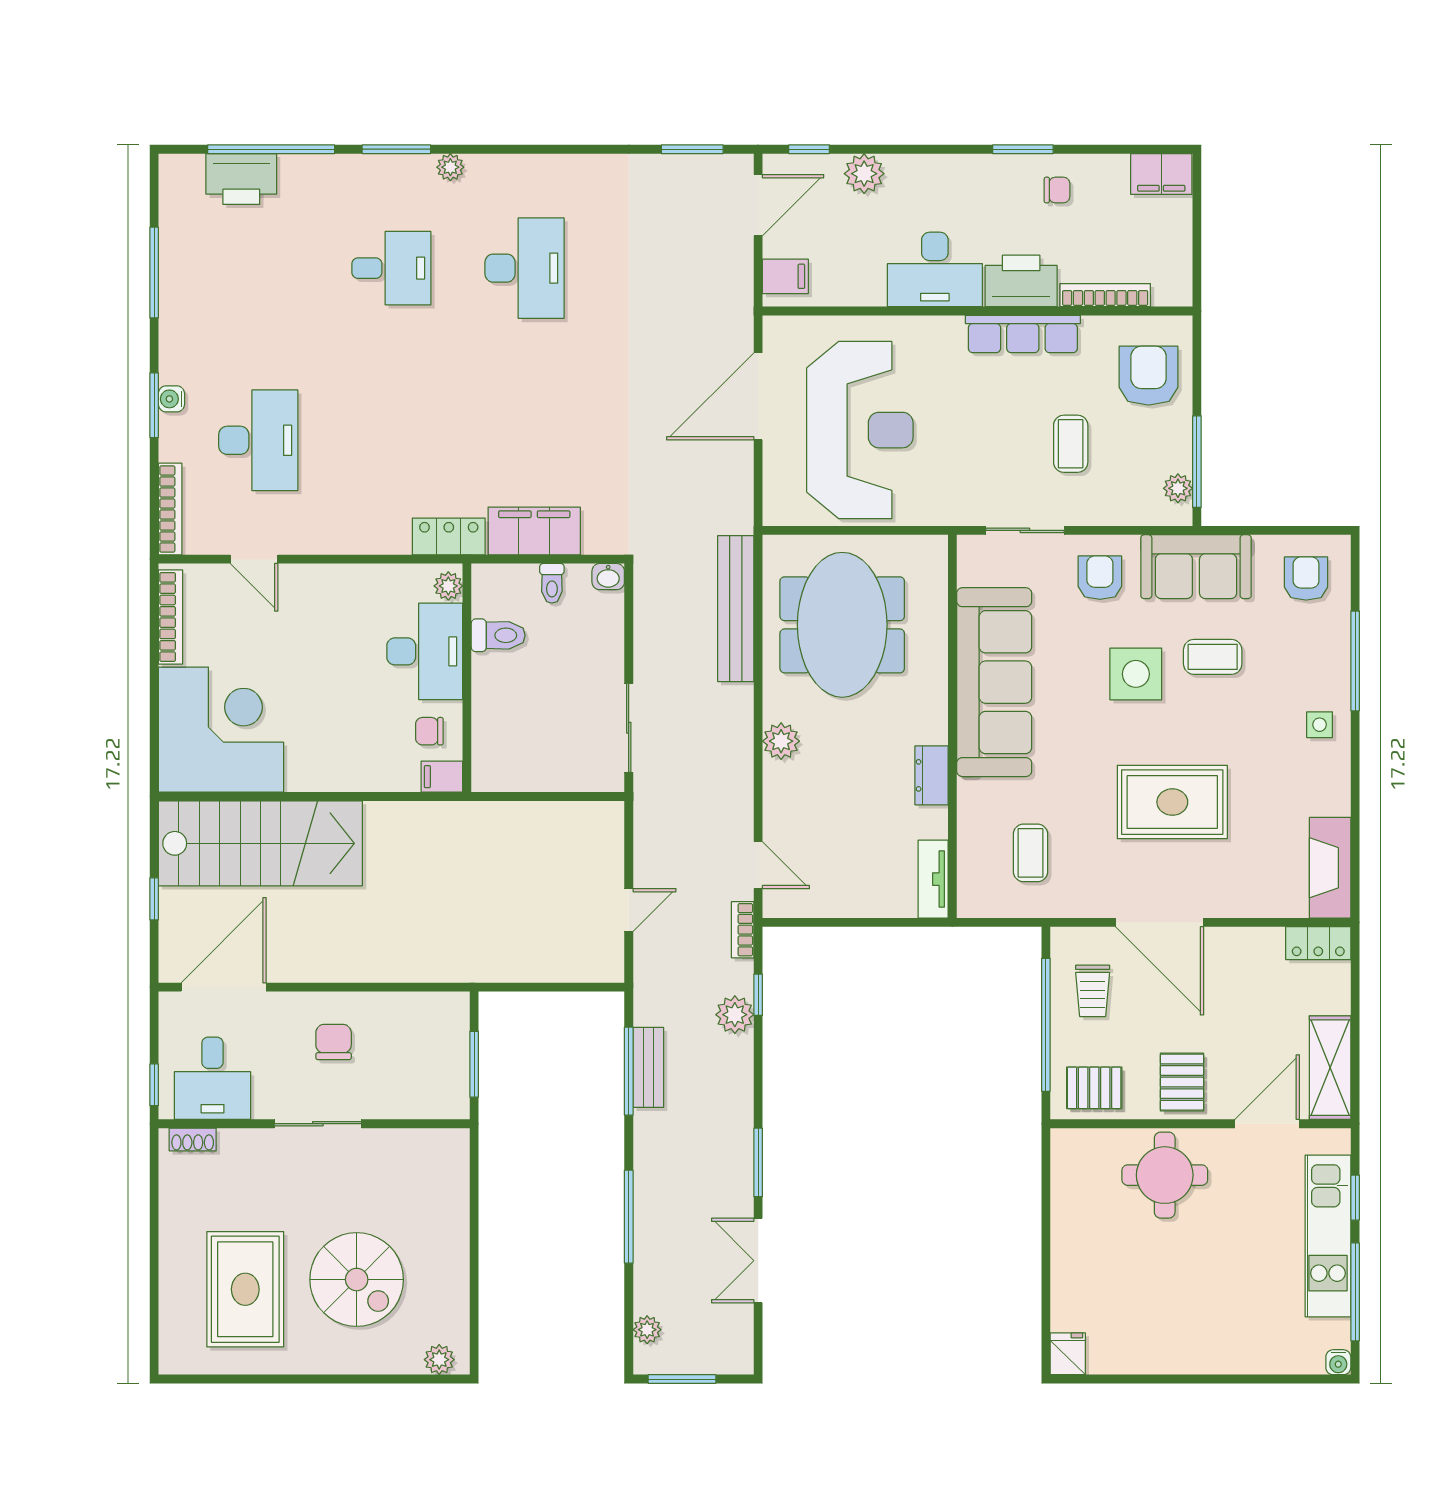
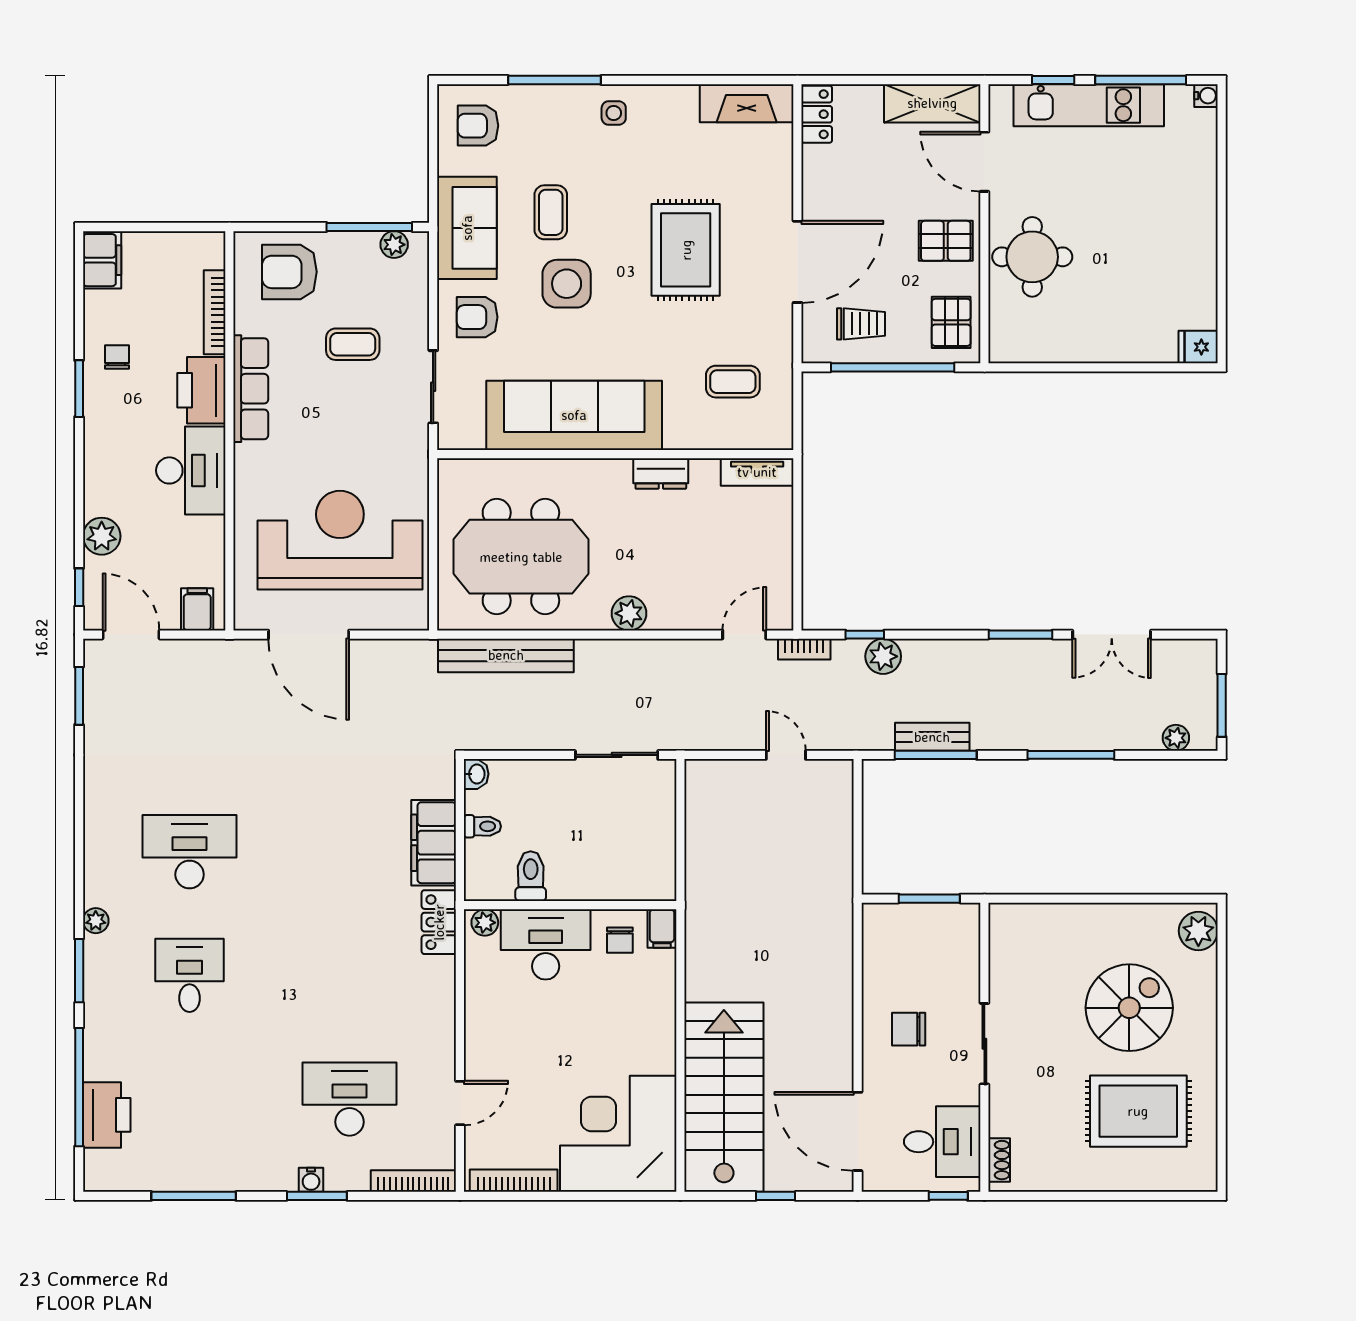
plant: (439, 1360) -> (1198, 931), width x1.38, depth x1.38

